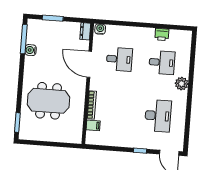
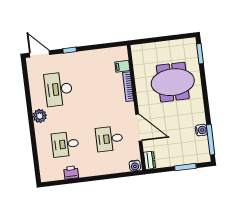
plant: (182, 84) -> (40, 116), moved

